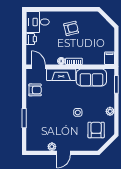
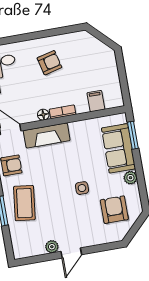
filing cabinet: (110, 58) -> (96, 101), moved
sofa: (91, 77) -> (118, 148), moved, turned 90
coffee table: (39, 116) -> (24, 203), added

